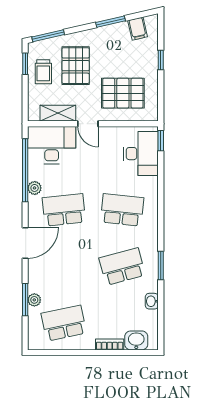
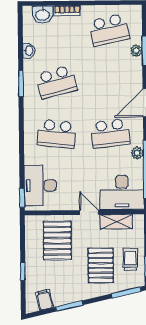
pallet: (123, 93) -> (57, 241), turned 90

